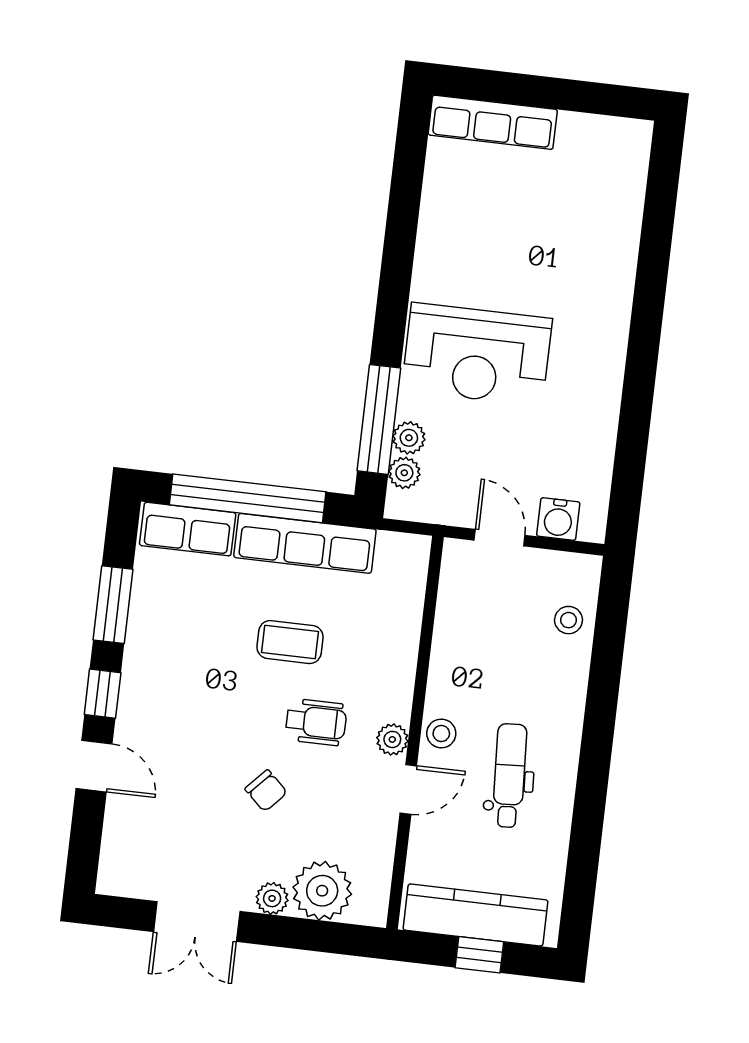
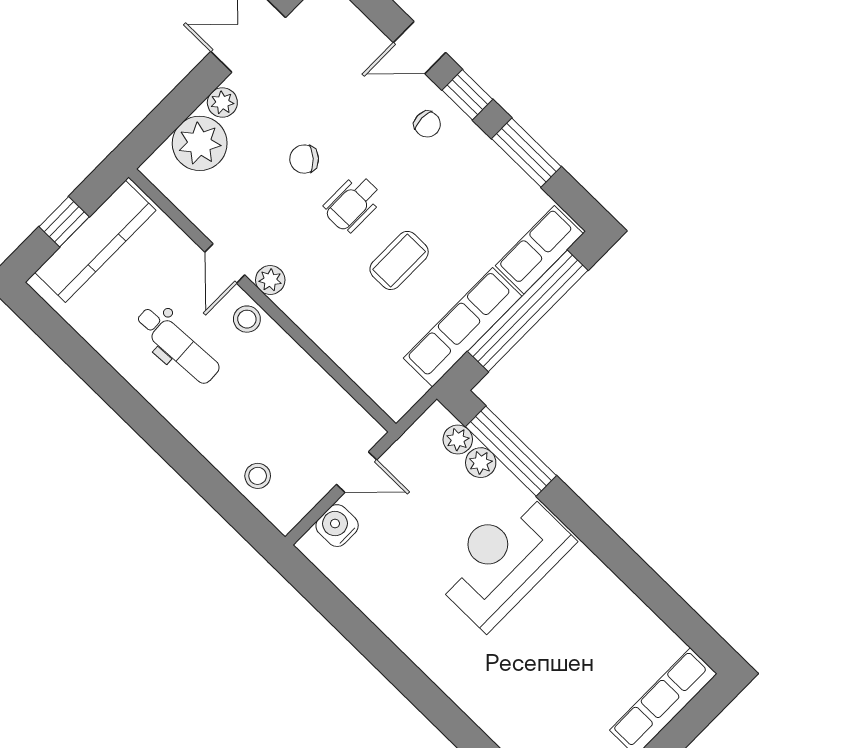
chair: (154, 708) -> (427, 124), added
wheelchair: (316, 722) -> (353, 204), moved

